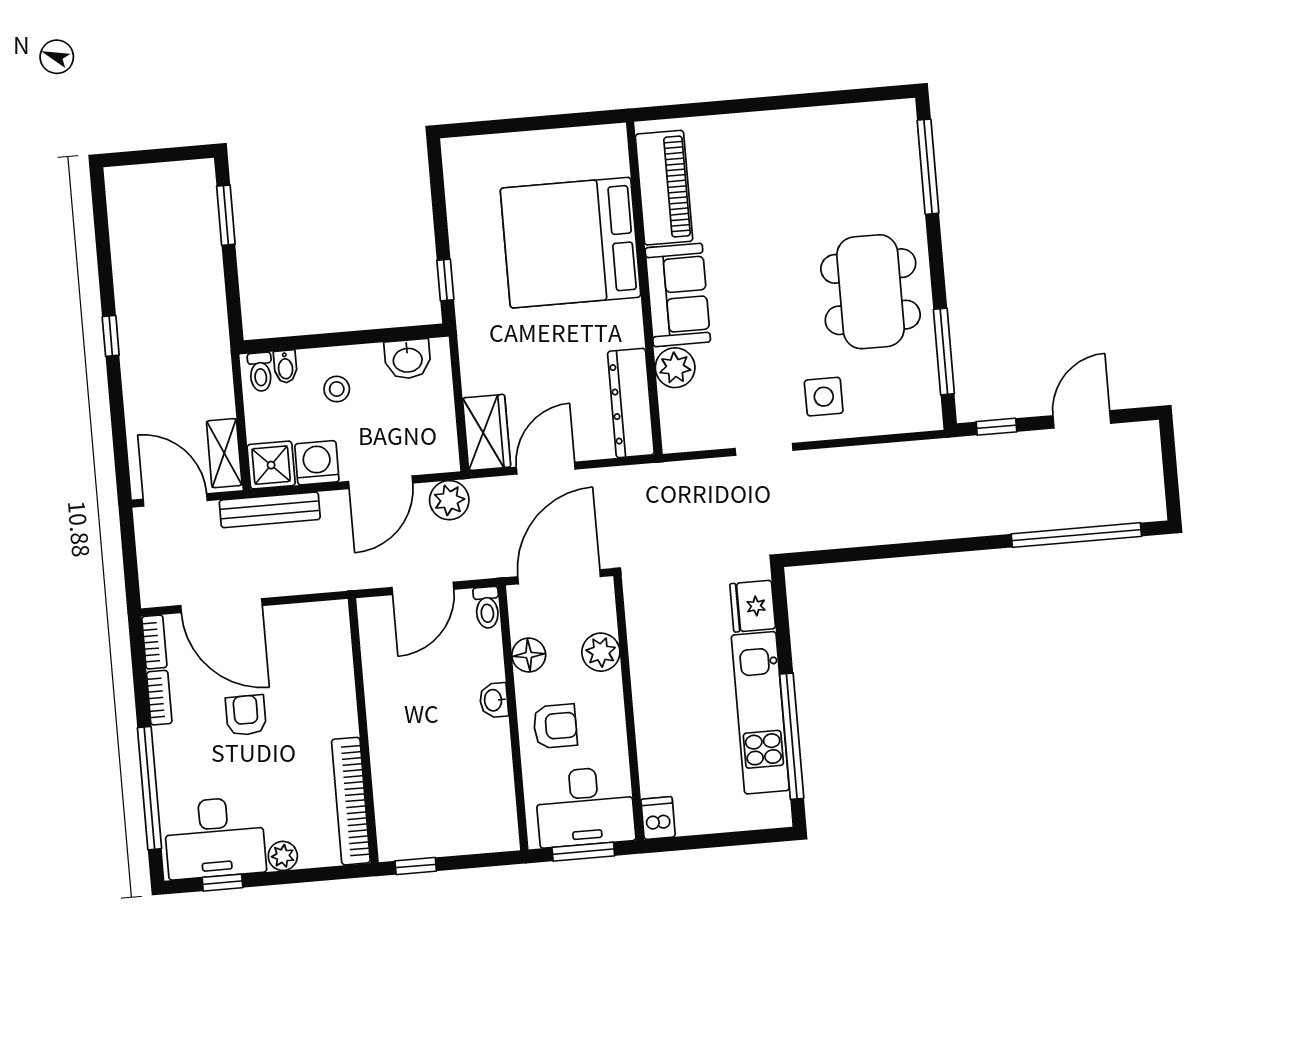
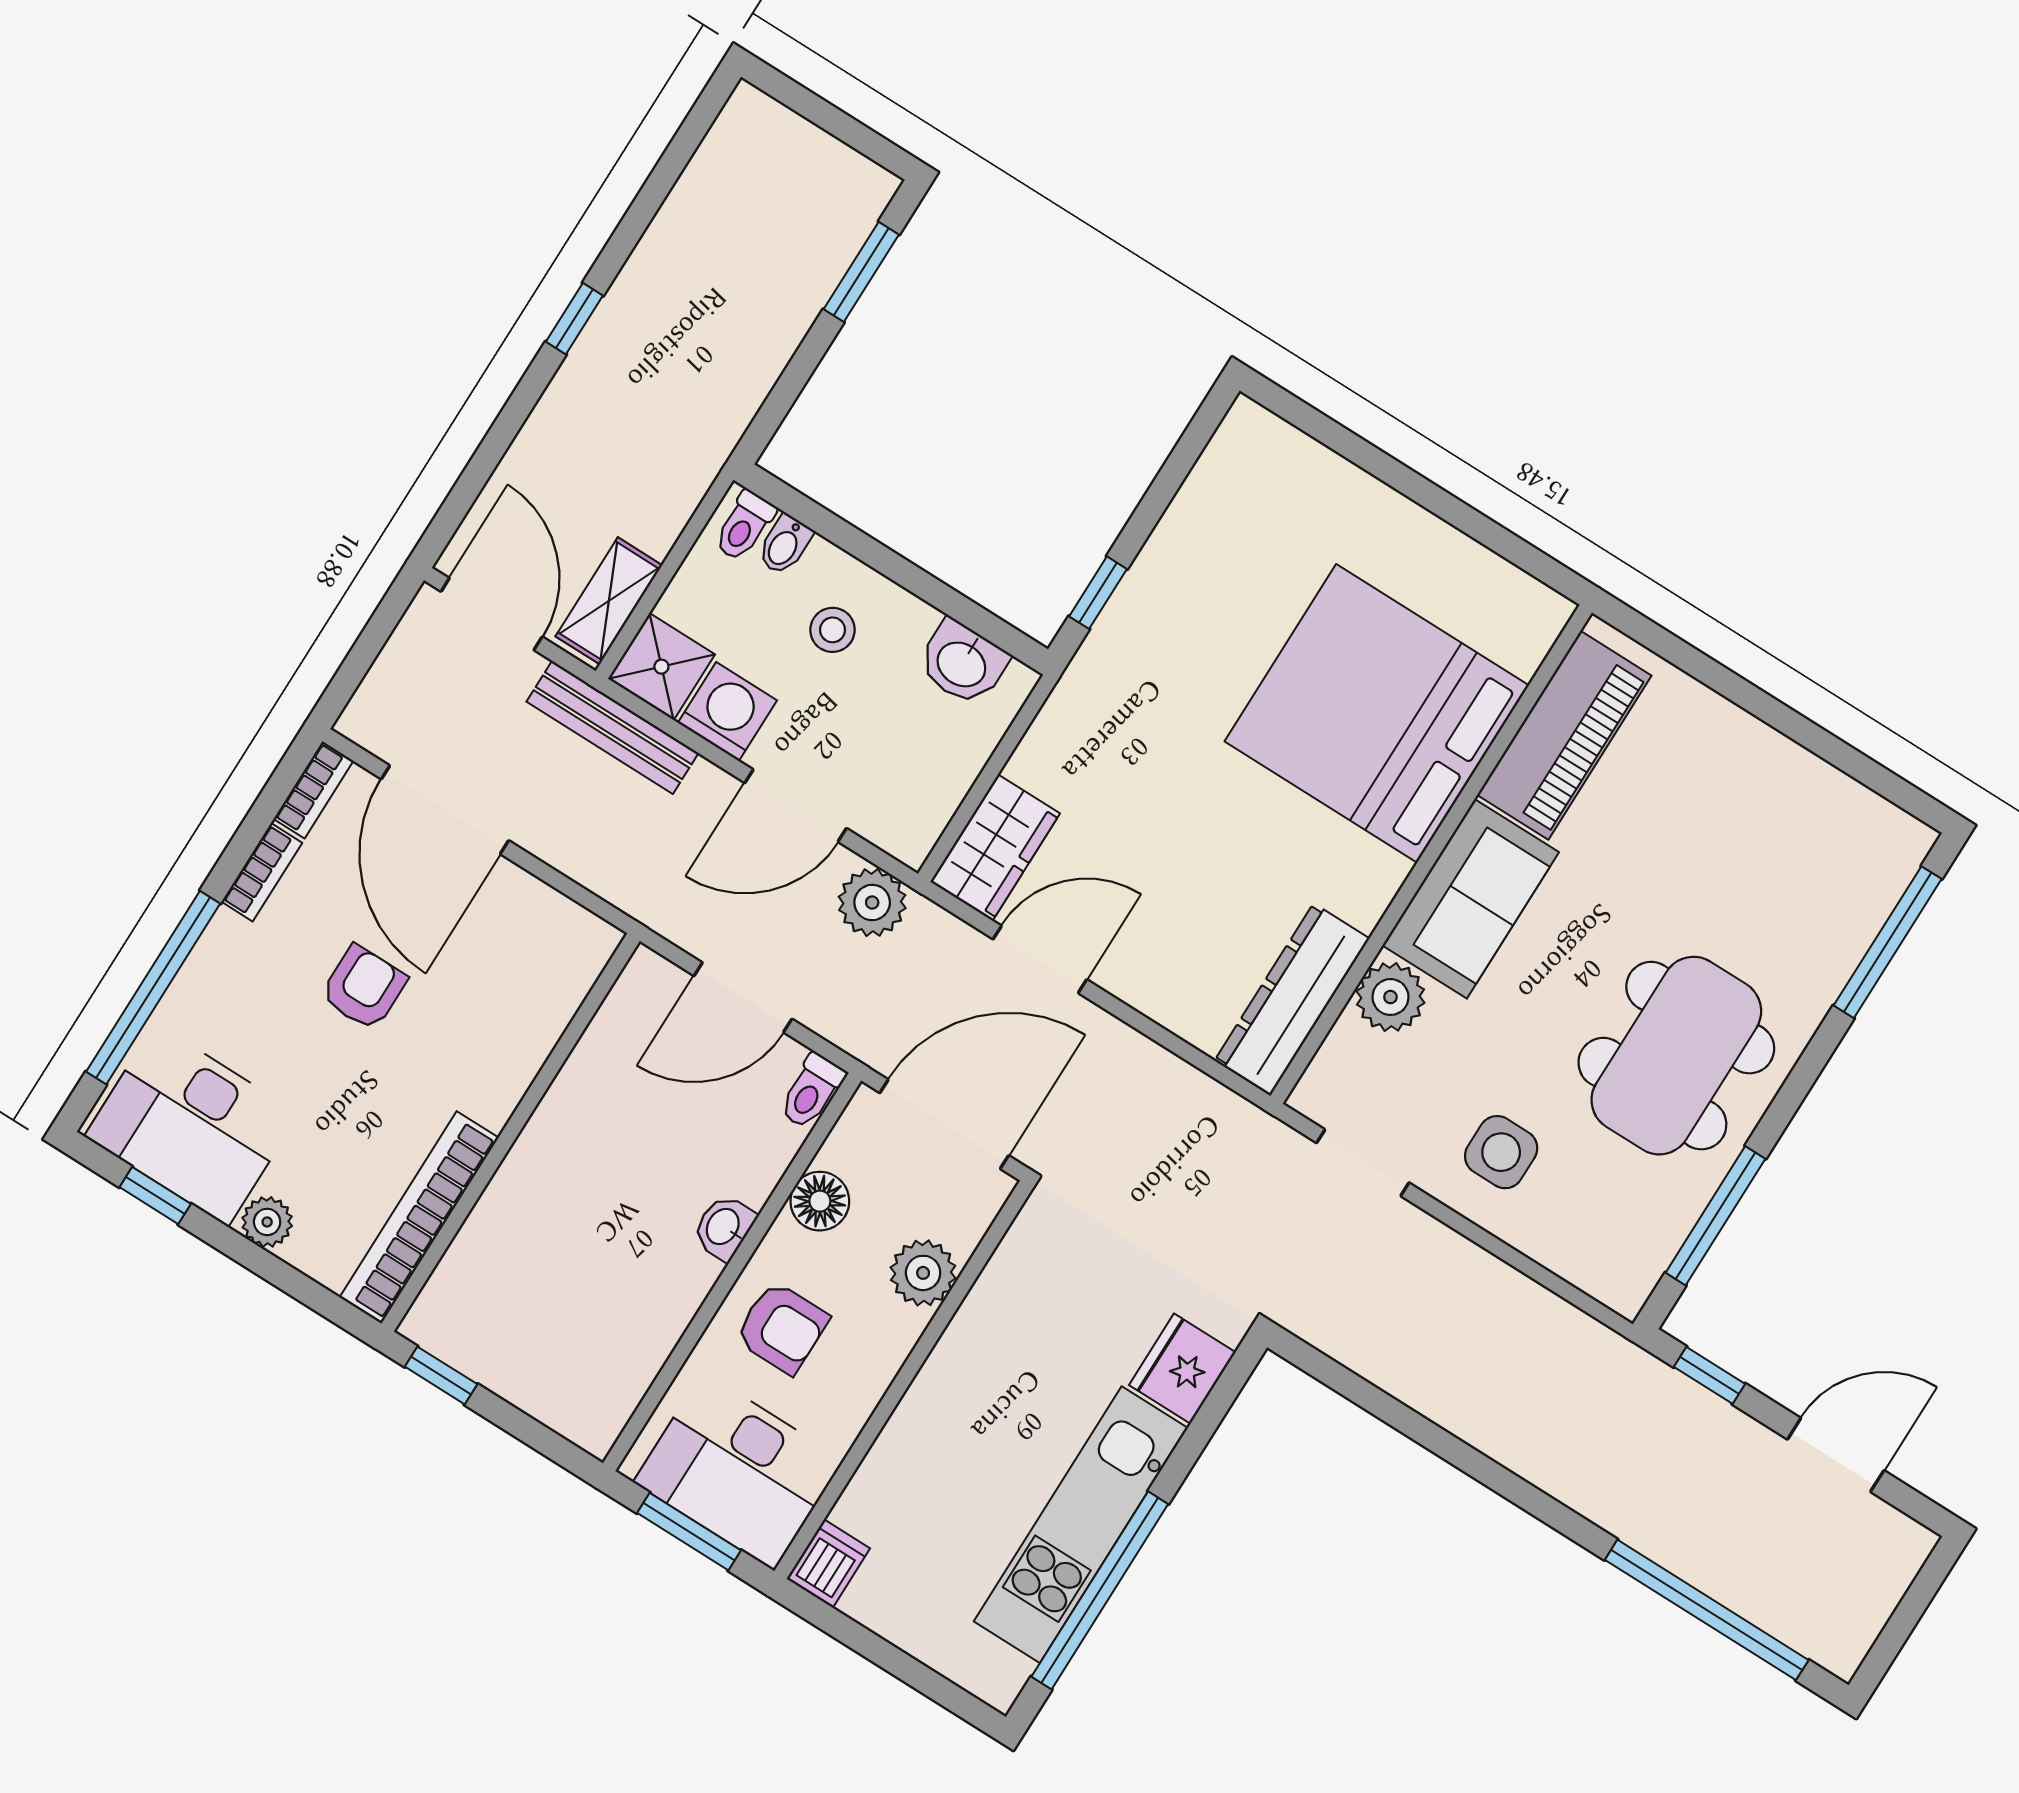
piano: (664, 188) -> (1564, 735), moved
bed: (571, 243) -> (1377, 713), moved
wall: (644, 288) -> (1431, 854), moved
sofa: (678, 295) -> (1471, 899), moved
plant: (675, 368) -> (1391, 997), moved
dresser: (631, 403) -> (1292, 1000), moved

